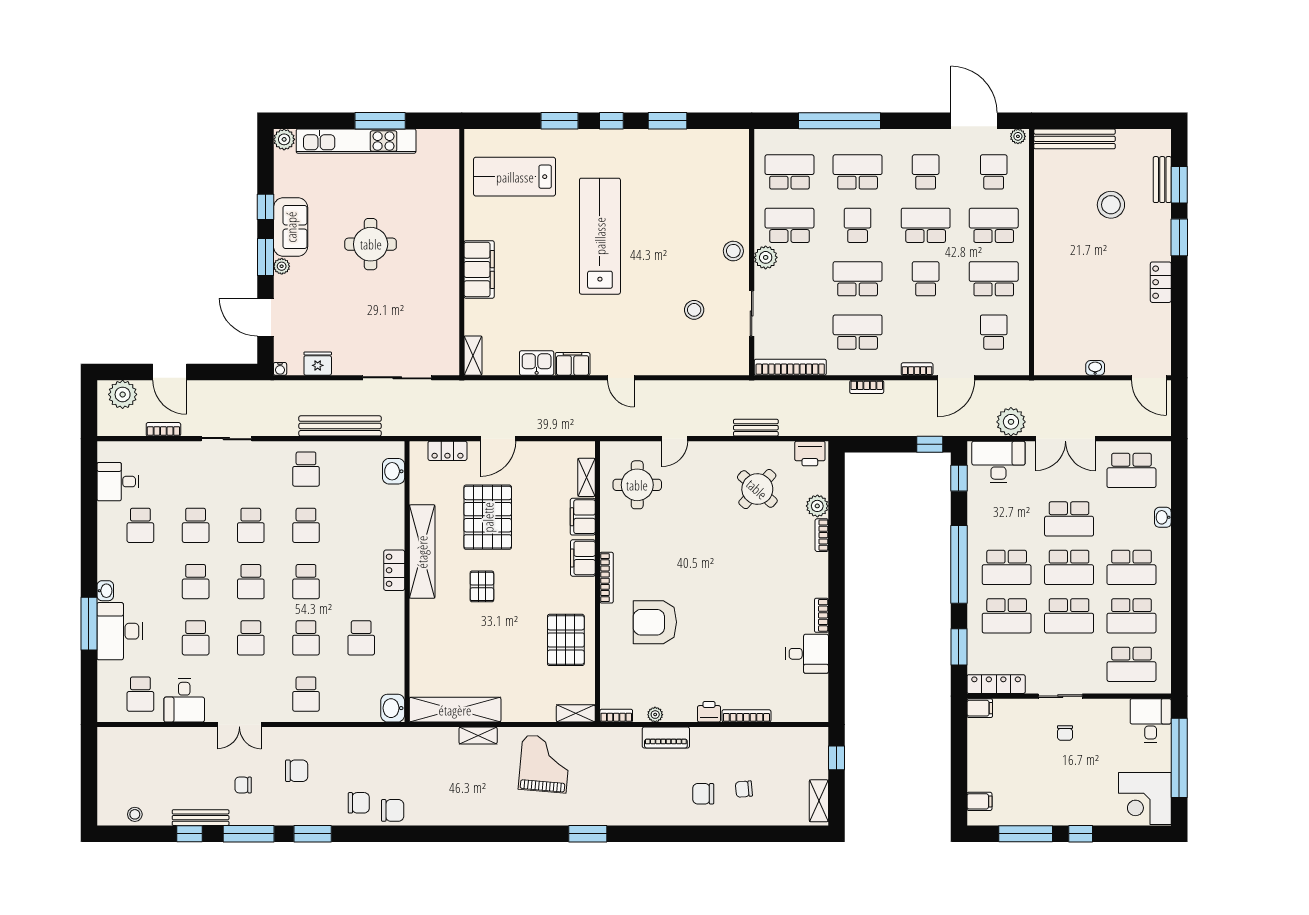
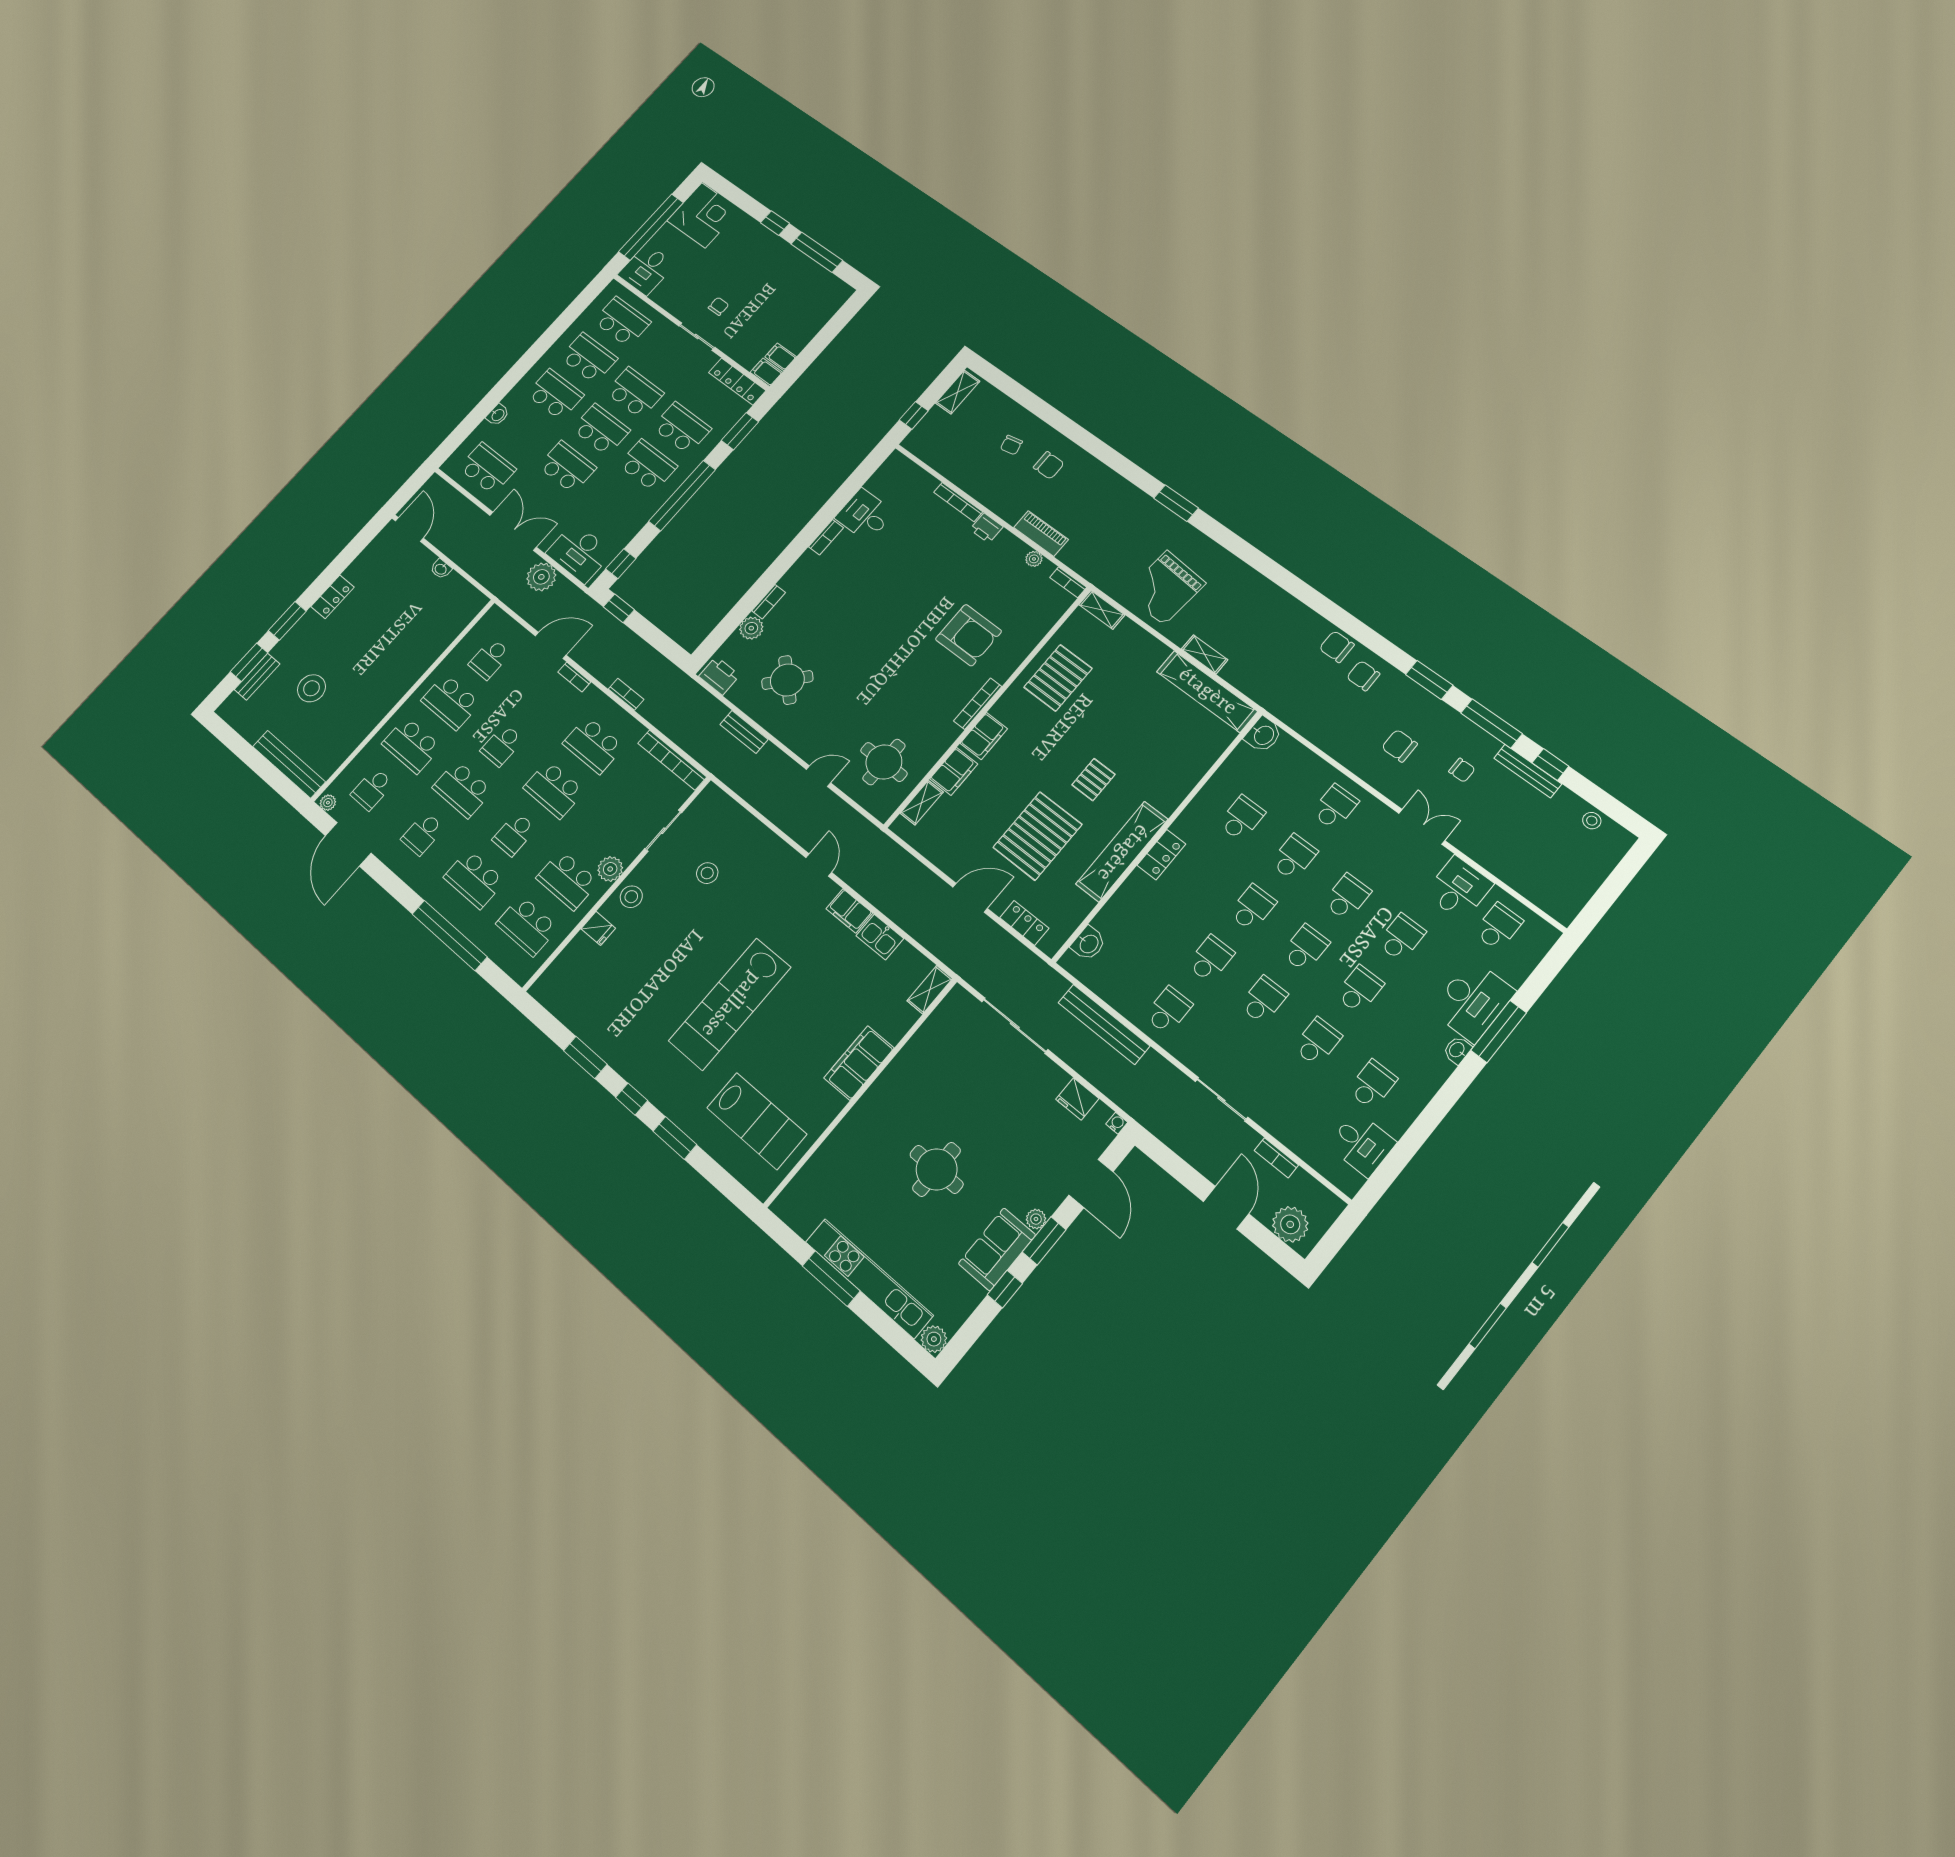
fridge: (737, 211) -> (598, 928), added
chair: (744, 789) -> (1011, 445), turned 83
filing cabinet: (979, 801) -> (781, 357), moved

